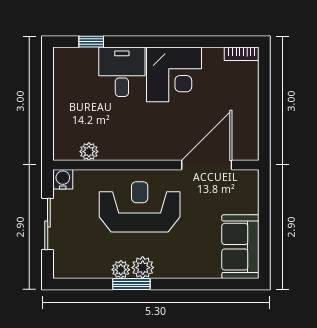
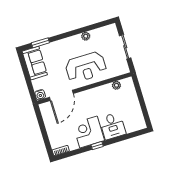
window: (91, 42) -> (97, 146), moved
water cooler: (63, 179) -> (40, 95), moved
plant: (143, 268) -> (76, 40), removed
window: (131, 284) -> (40, 43), moved

